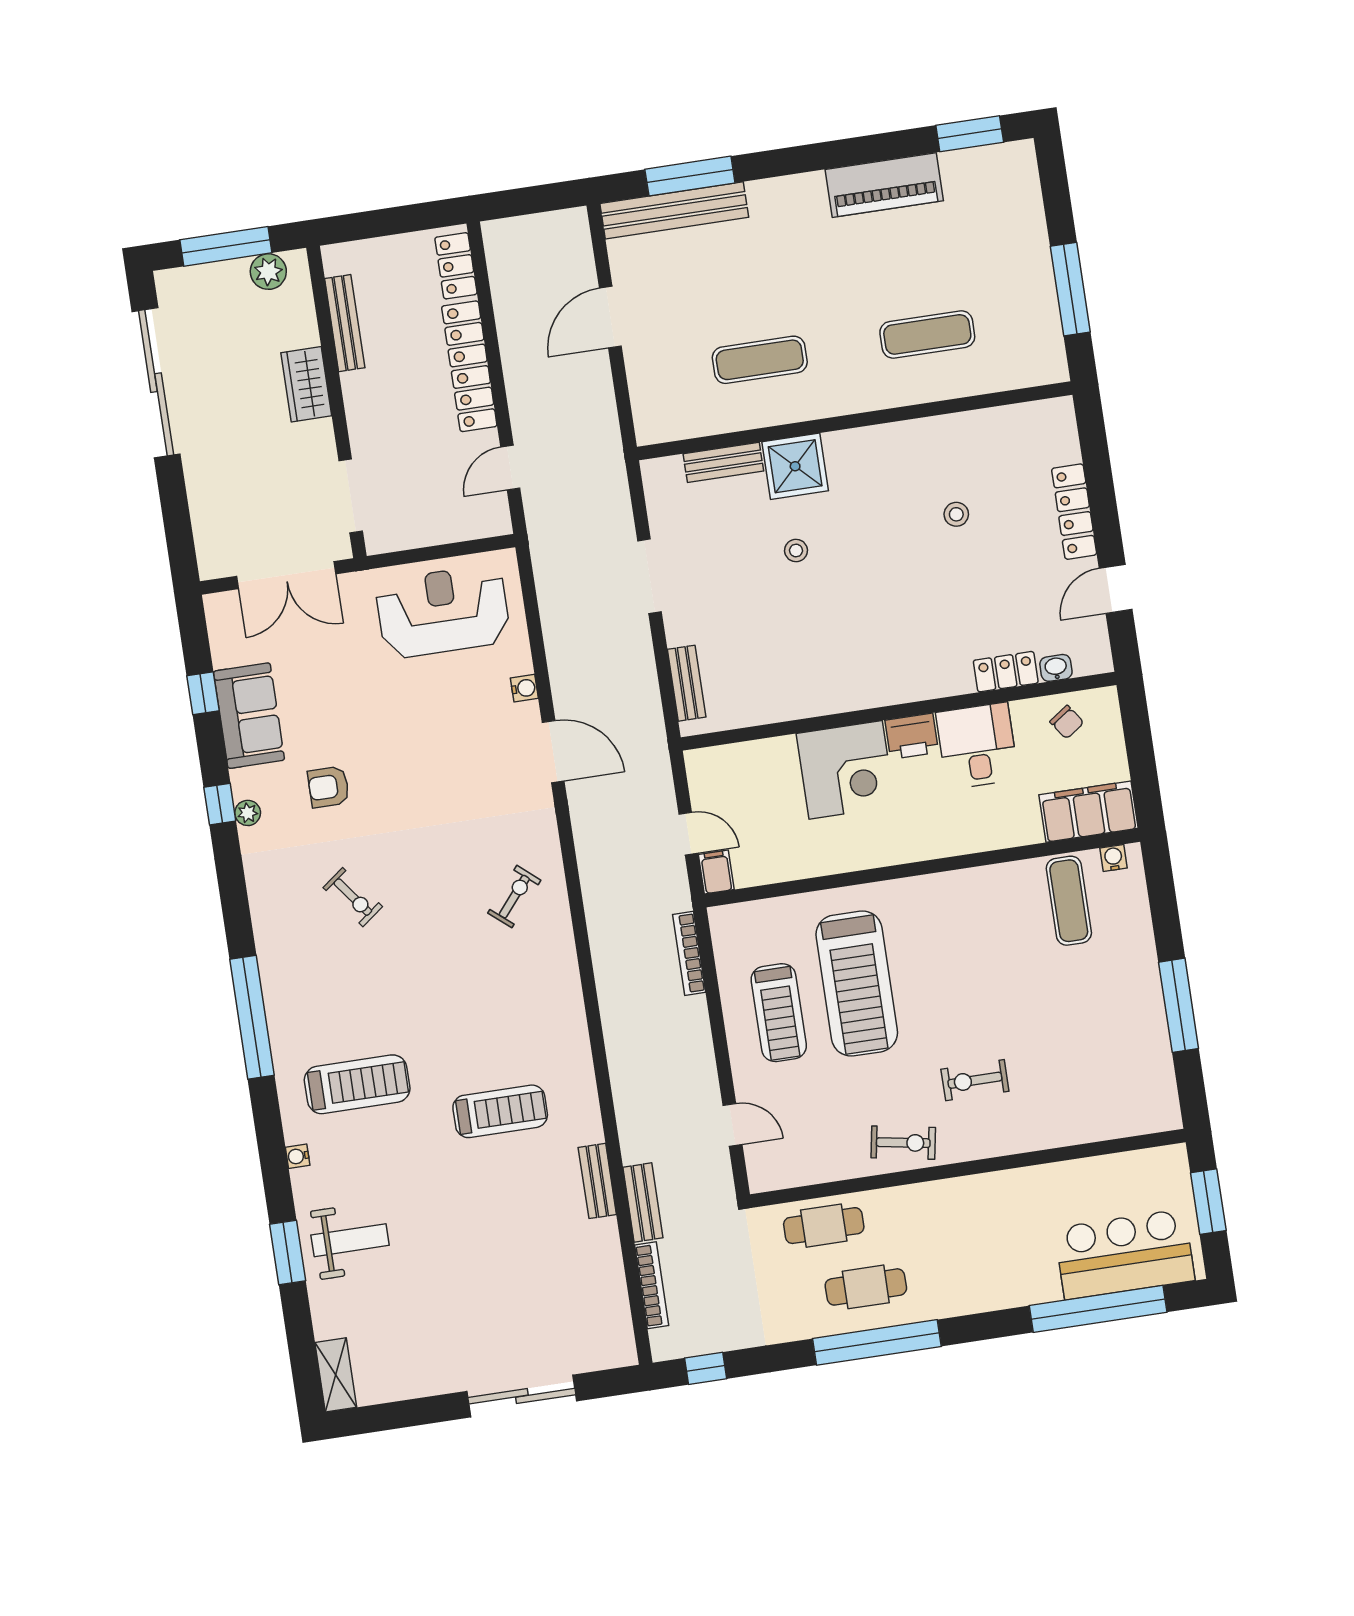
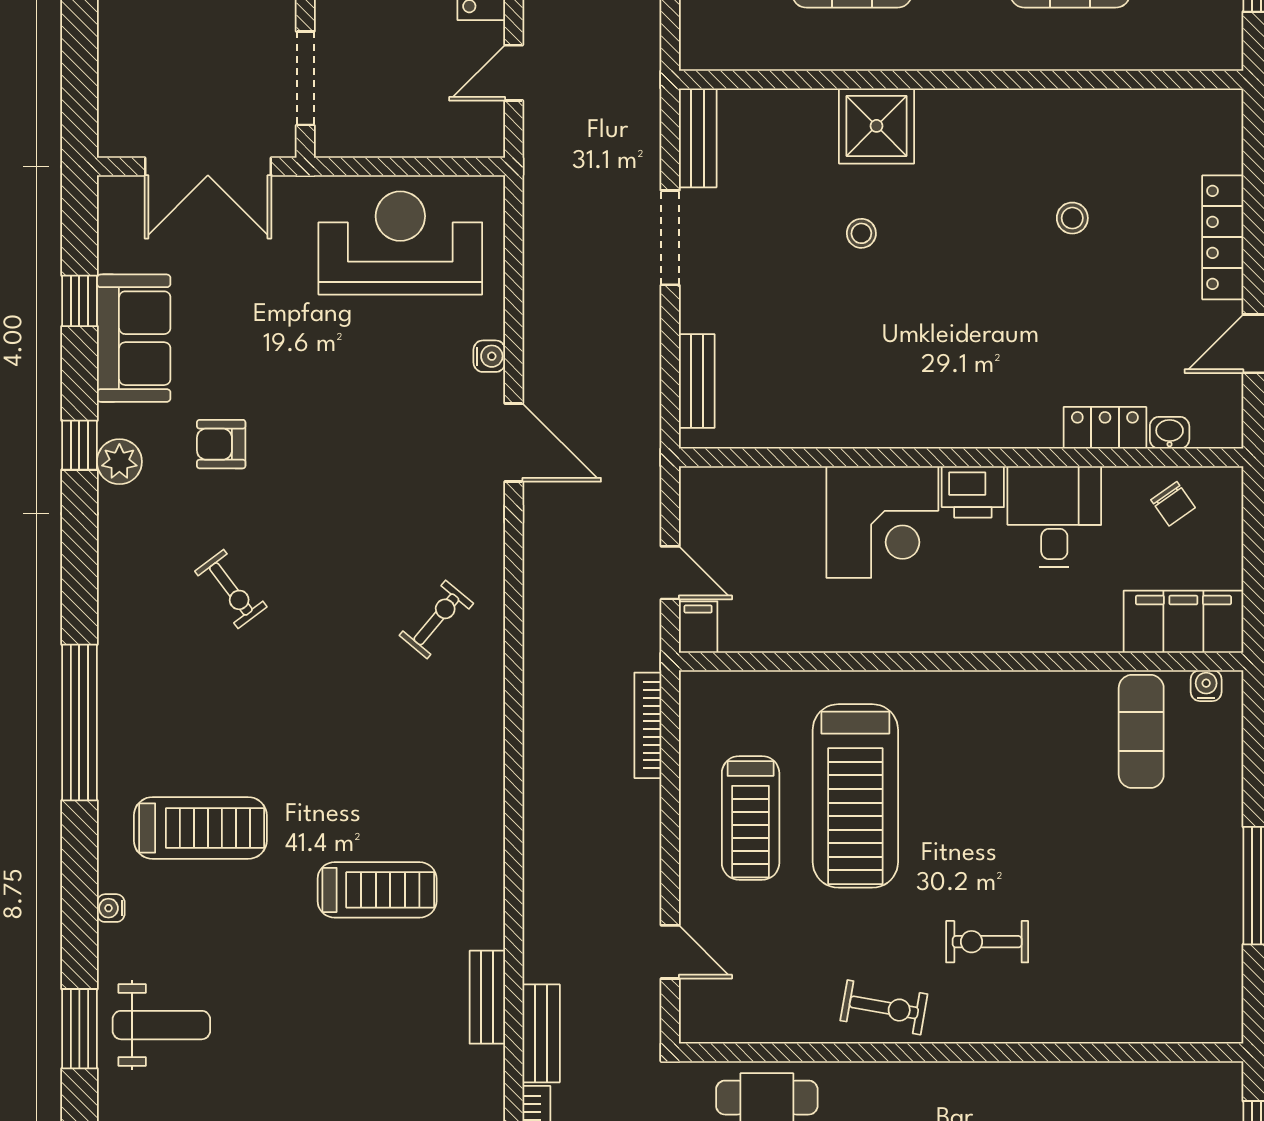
bench: (723, 462) -> (698, 138), moved, turned 90
plant: (248, 813) -> (119, 462), width x1.38, depth x1.38

